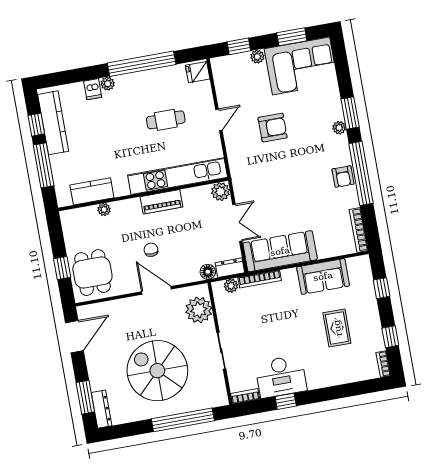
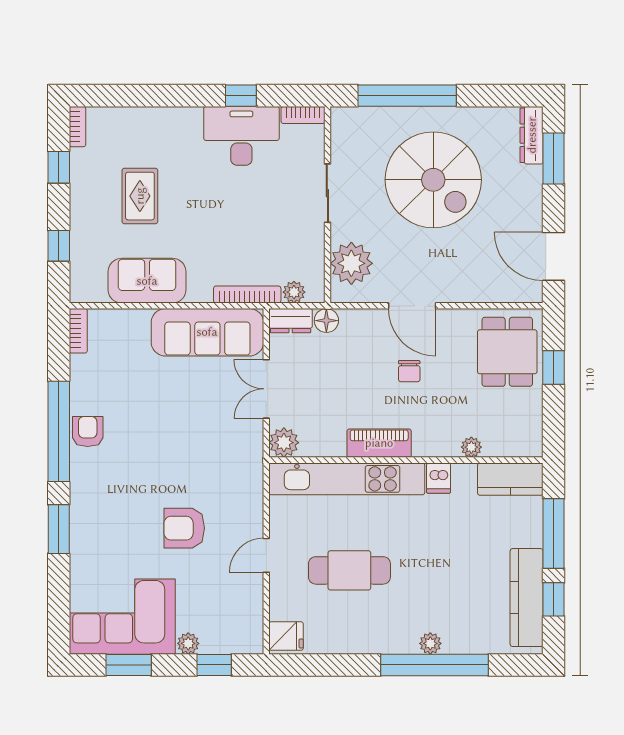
window: (142, 64) -> (435, 665), moved
dishwasher: (93, 89) -> (439, 478), moved, turned 180
cafe table: (166, 120) -> (349, 570), width x1.37, depth x1.35
plant: (339, 128) -> (80, 509), removed
kitchen counter: (92, 191) -> (510, 479), moved
bookcase: (359, 230) -> (78, 331), width x0.64
door: (74, 337) -> (554, 256), hinge flipped

